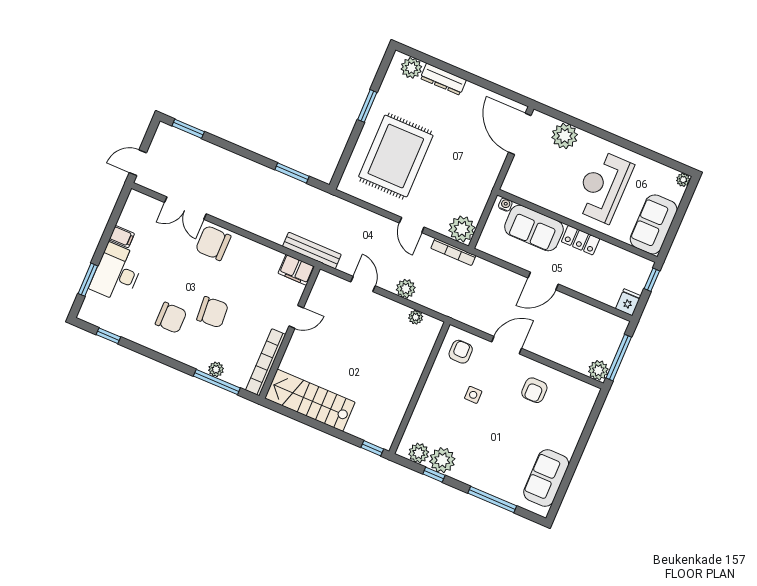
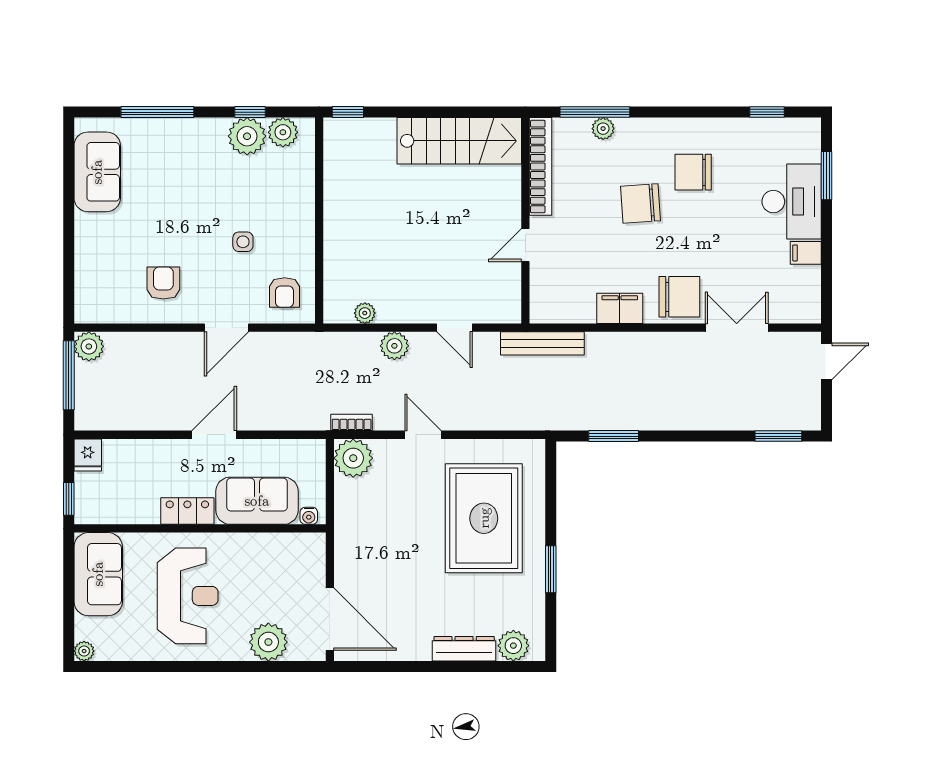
bookcase: (453, 252) -> (352, 422), width x0.64
filing cabinet: (296, 270) -> (620, 308), moved

